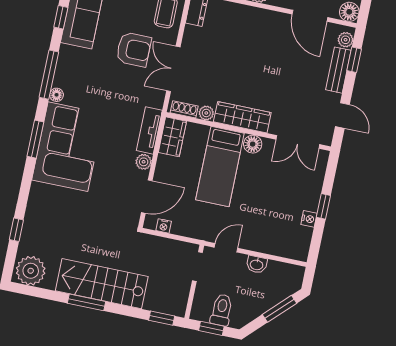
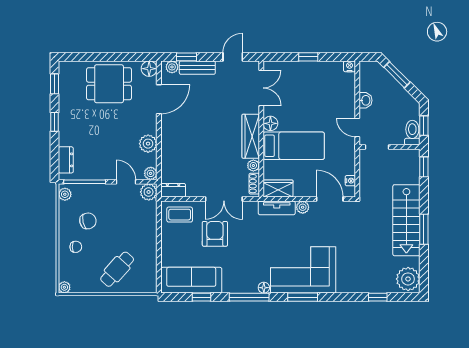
nightstand: (309, 219) -> (350, 66), moved
toilet: (222, 310) -> (412, 133), moved, turned 90

